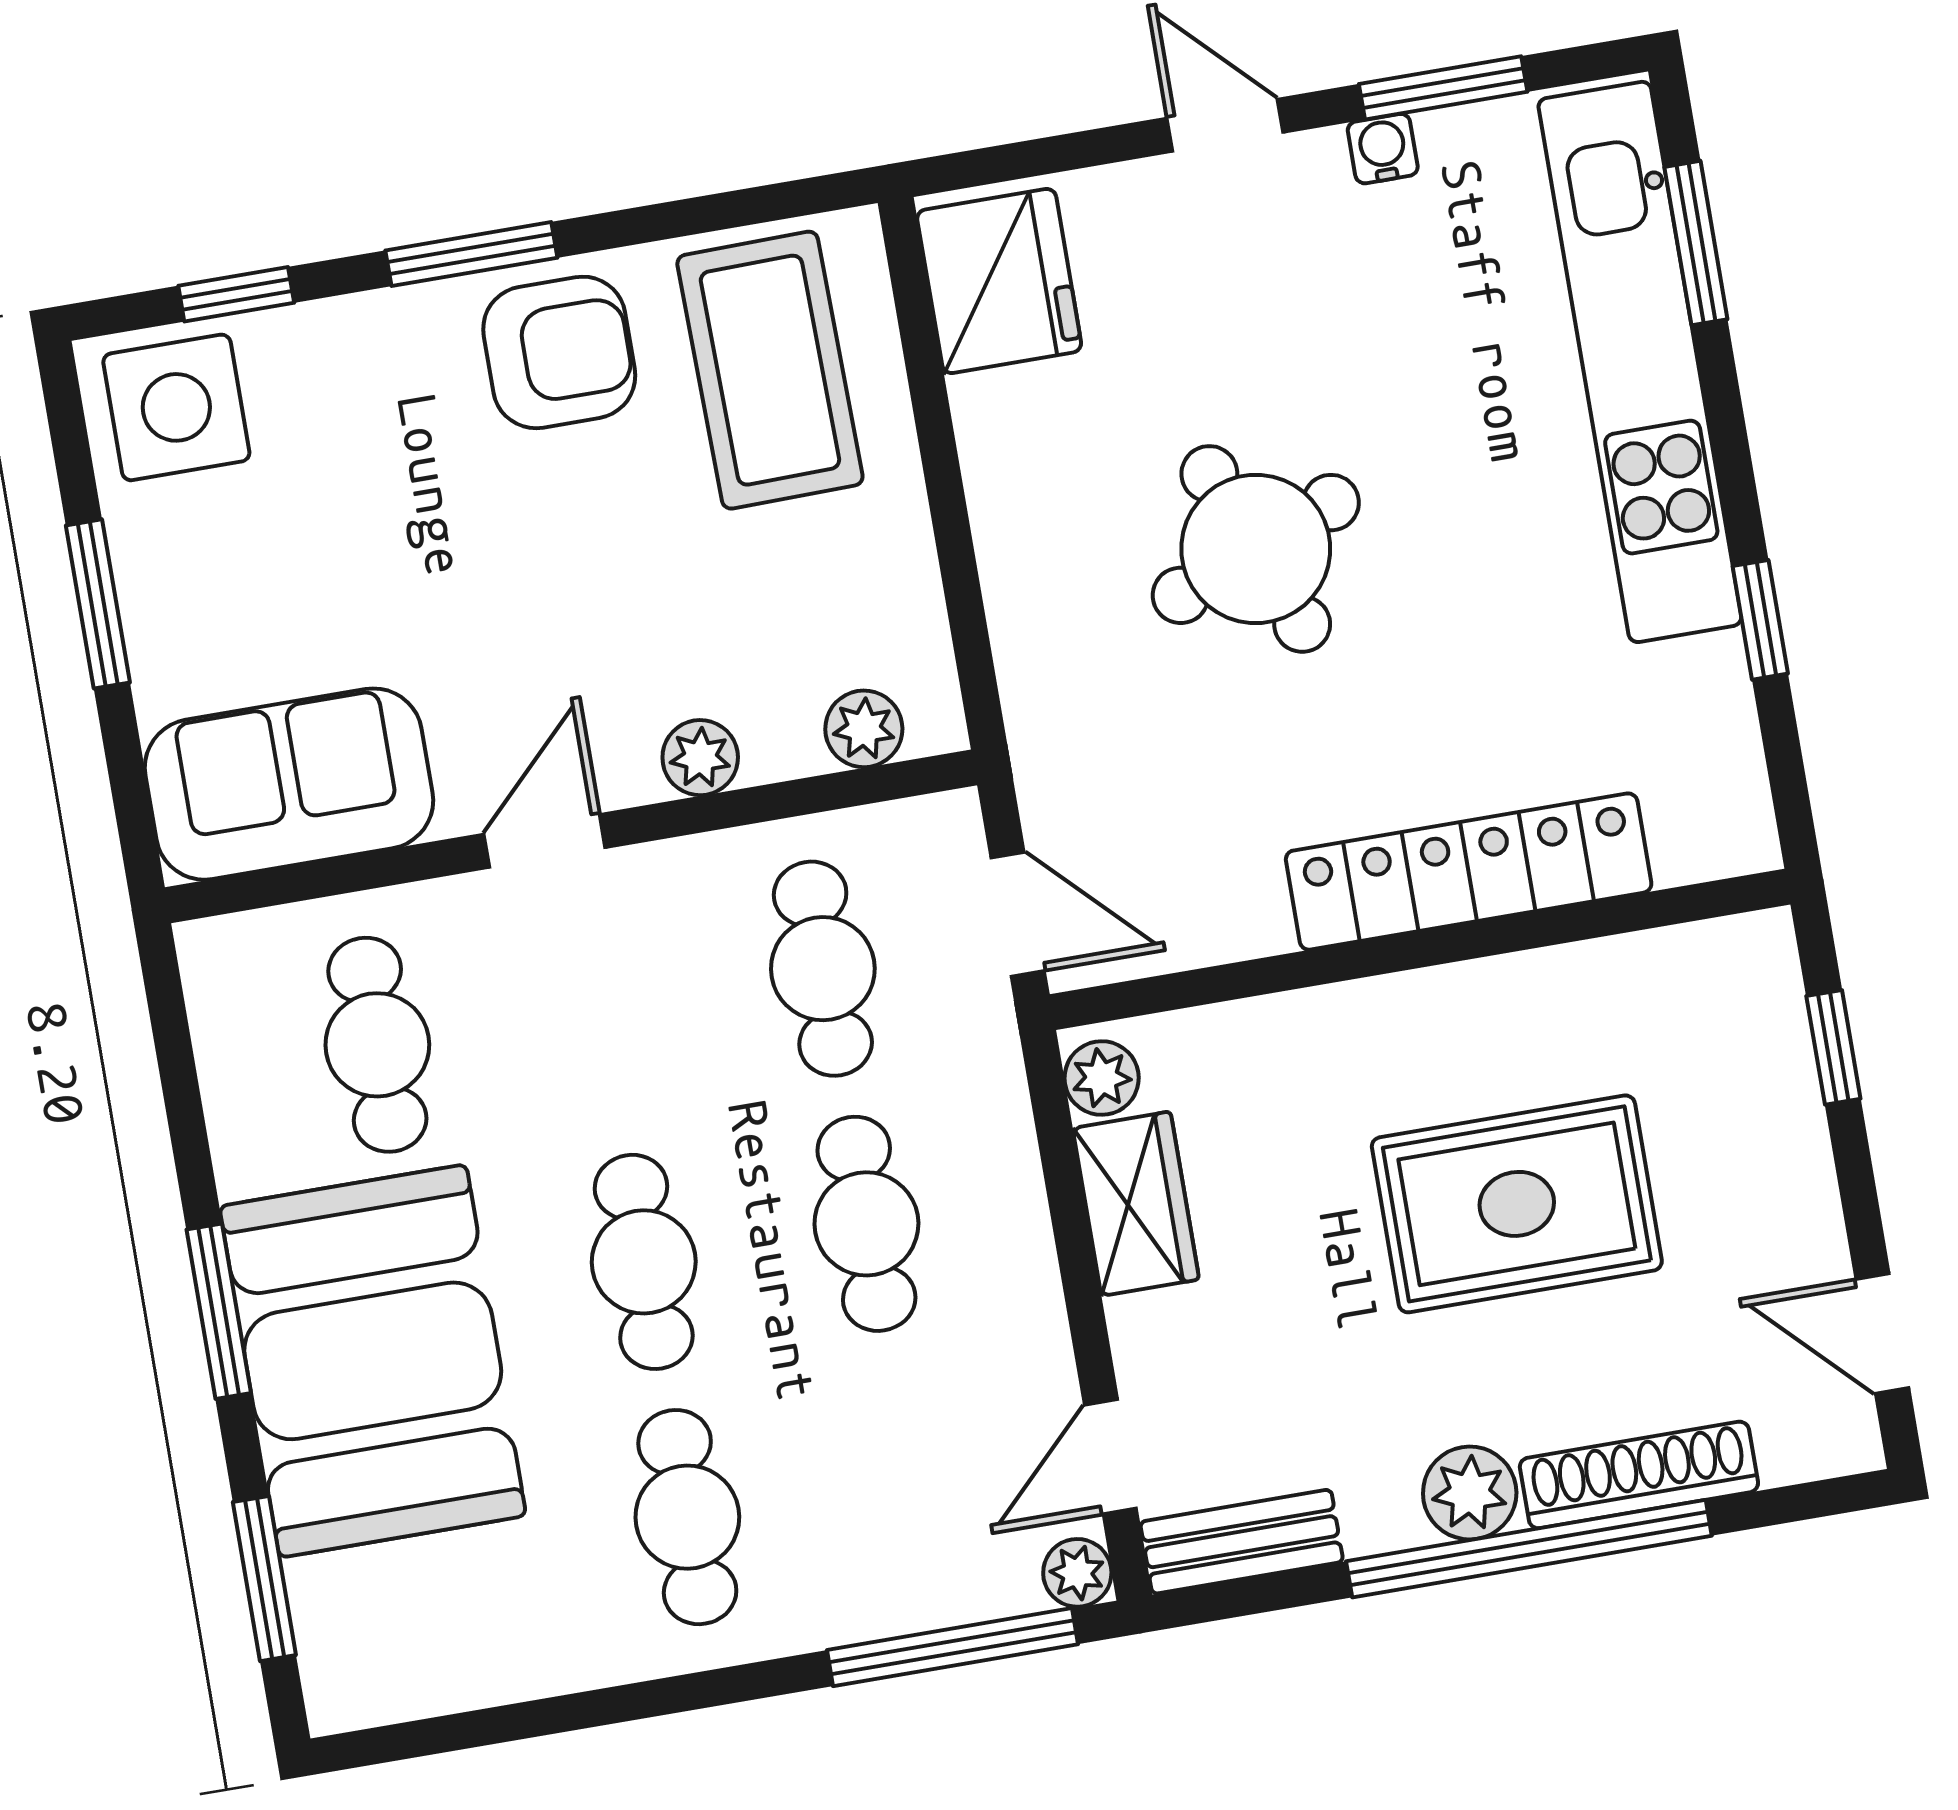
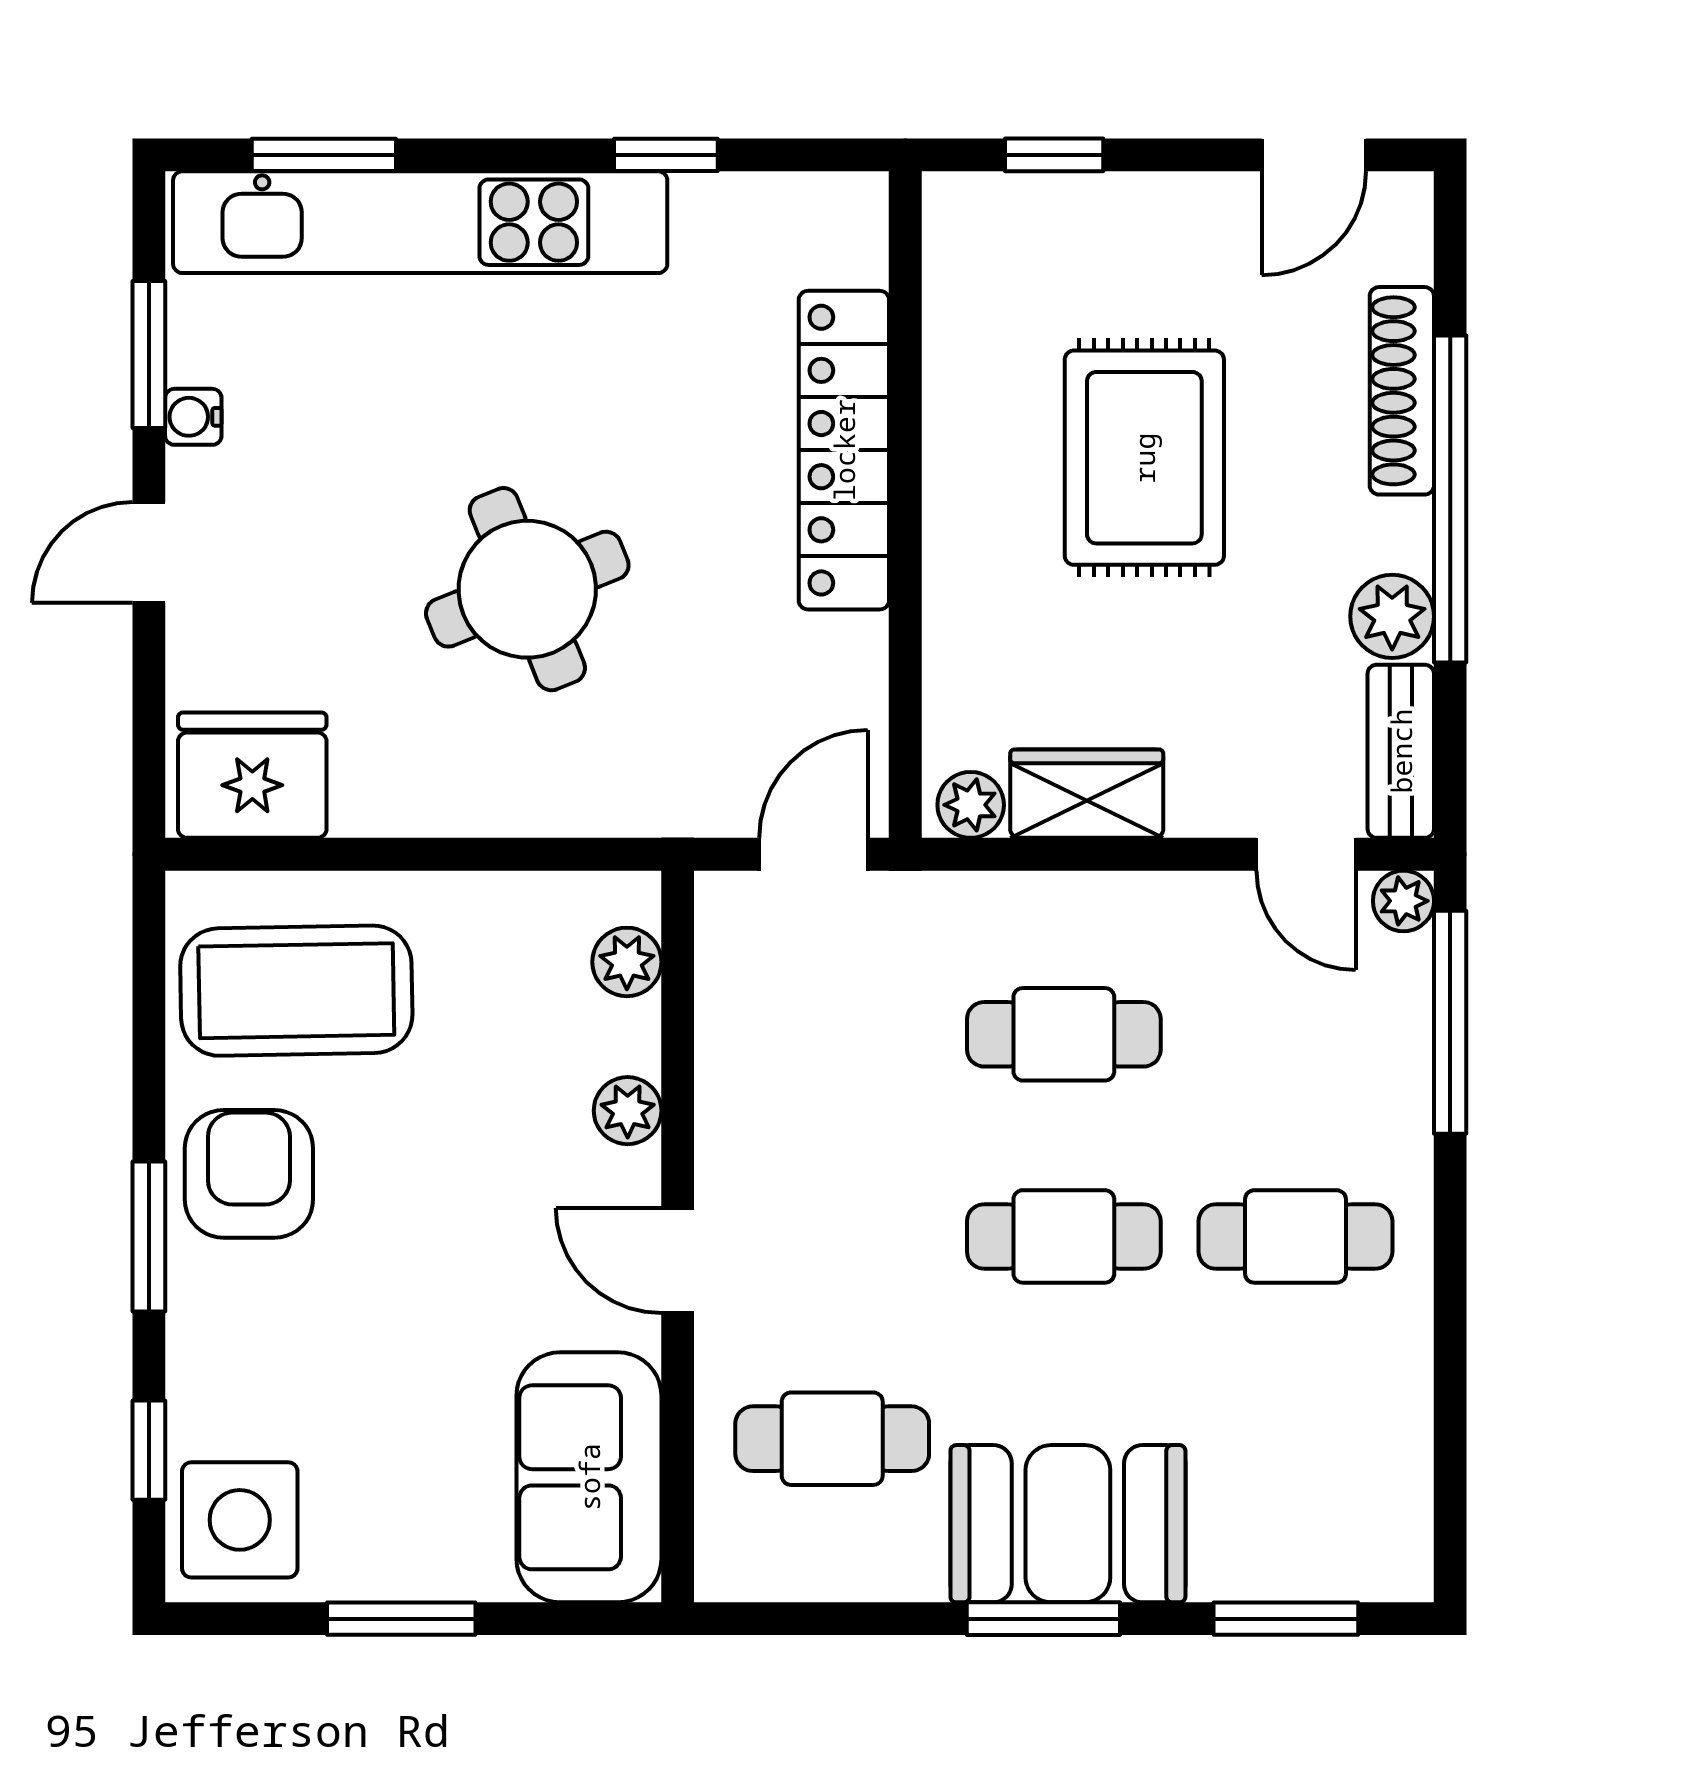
cafe table: (823, 969) -> (832, 1034), removed
booth: (373, 1361) -> (1068, 1524), width x0.73, depth x0.70
plant: (1470, 1493) -> (1392, 616), moved

